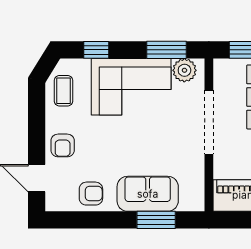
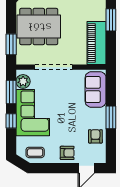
window: (96, 50) -> (11, 121), moved
sofa: (148, 194) -> (96, 90), moved
window: (156, 220) -> (111, 117), moved

